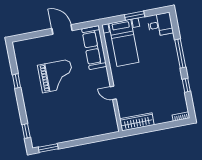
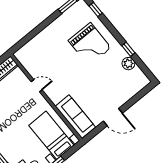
plant: (23, 69) -> (128, 64), added
grand piano: (56, 76) -> (90, 44), moved, turned -90

